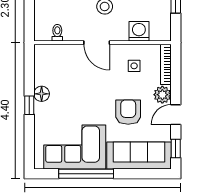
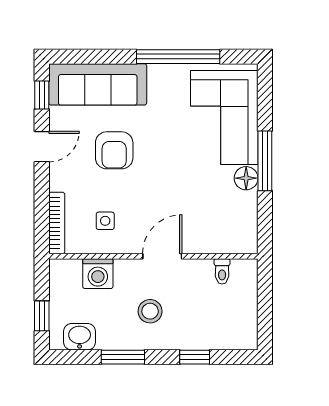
door: (97, 43) -> (162, 256), hinge flipped
plant: (162, 95) -> (62, 177), removed
window: (29, 105) -> (265, 161), width x2.17
corner sofa: (75, 147) -> (224, 117), moved, turned 90

